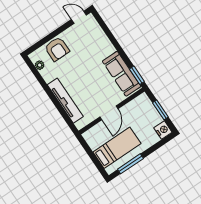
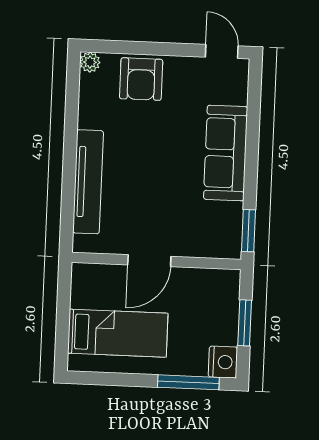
plant: (40, 65) -> (90, 62), moved
sofa: (122, 74) -> (226, 153), moved
window: (130, 164) -> (188, 382), moved

